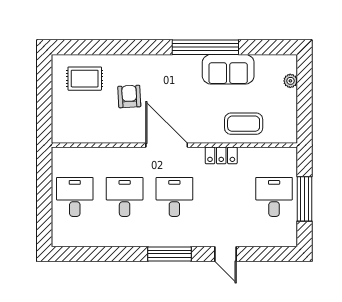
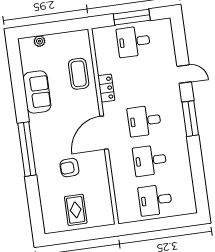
window: (205, 47) -> (27, 149), moved
rug: (85, 79) -> (76, 210), moved
door: (225, 254) -> (184, 74), hinge flipped

